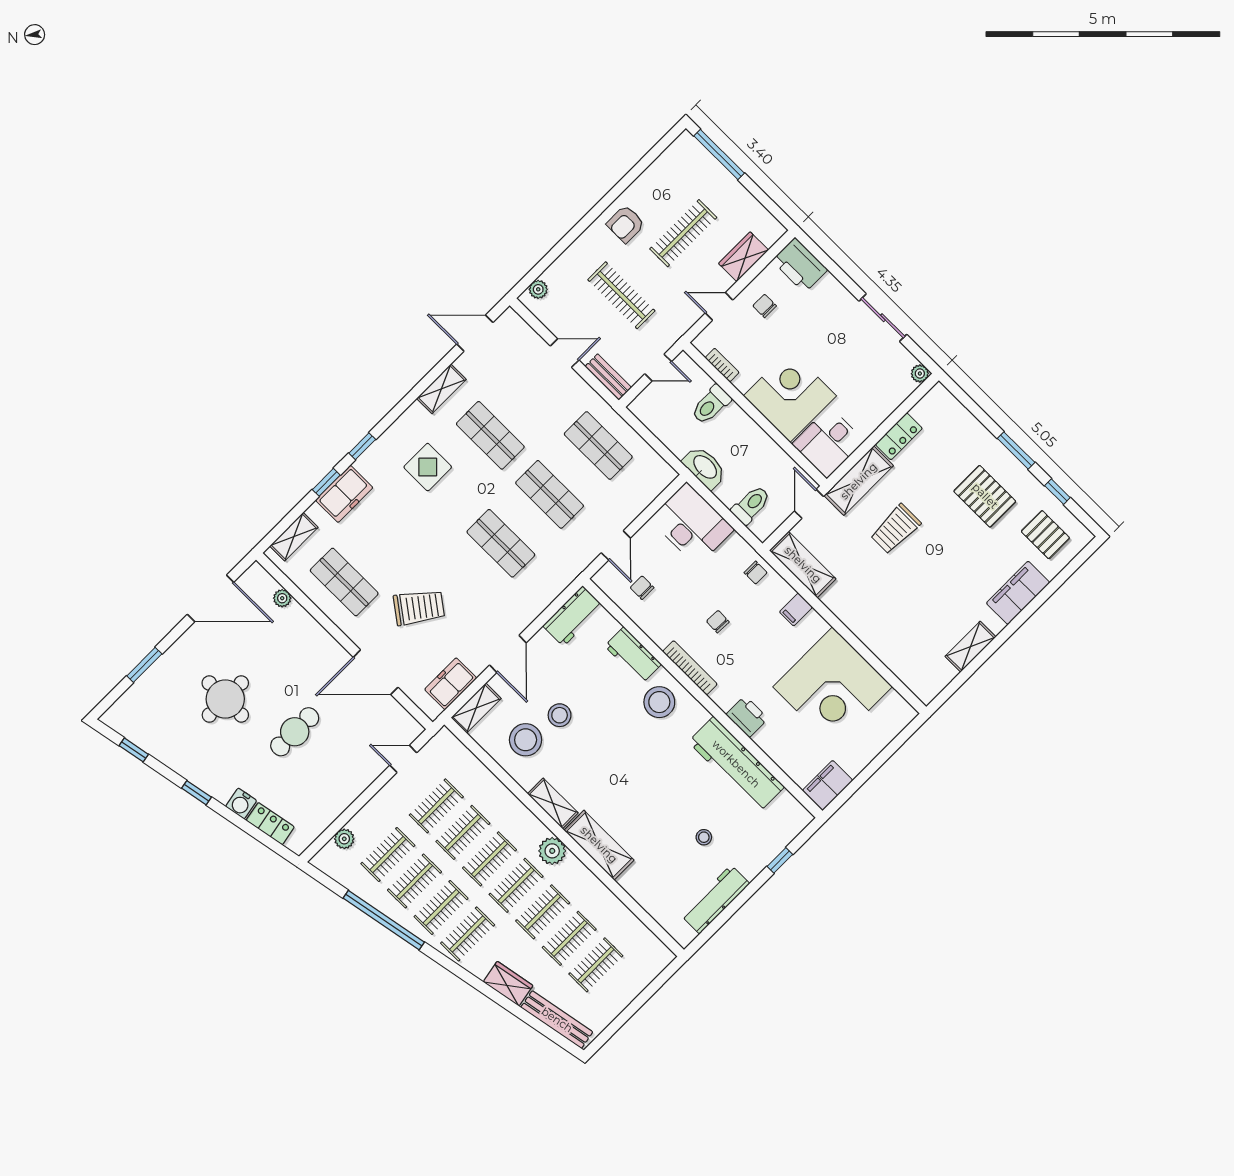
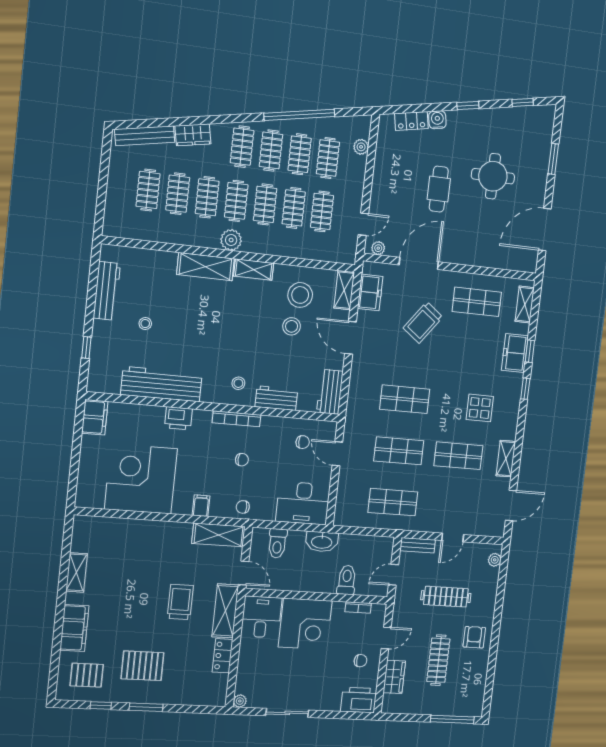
plant: (282, 598) -> (378, 248), moved
stool: (659, 702) -> (238, 383), width x0.53, depth x0.53

